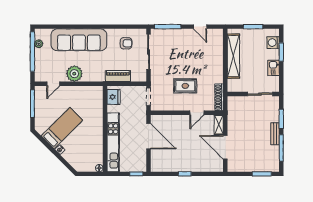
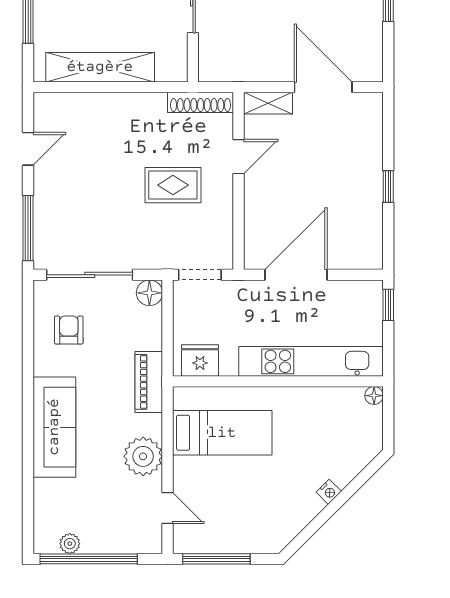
sofa: (79, 40) -> (54, 427), width x0.74, depth x0.79
piano: (118, 76) -> (149, 382), moved
floor lamp: (141, 76) -> (149, 293), added
rug: (185, 86) -> (173, 185), turned 90
door: (197, 113) -> (239, 157), hinge flipped
bed: (62, 128) -> (222, 433), moved, turned 135
door: (225, 147) -> (323, 87), swing flipped

